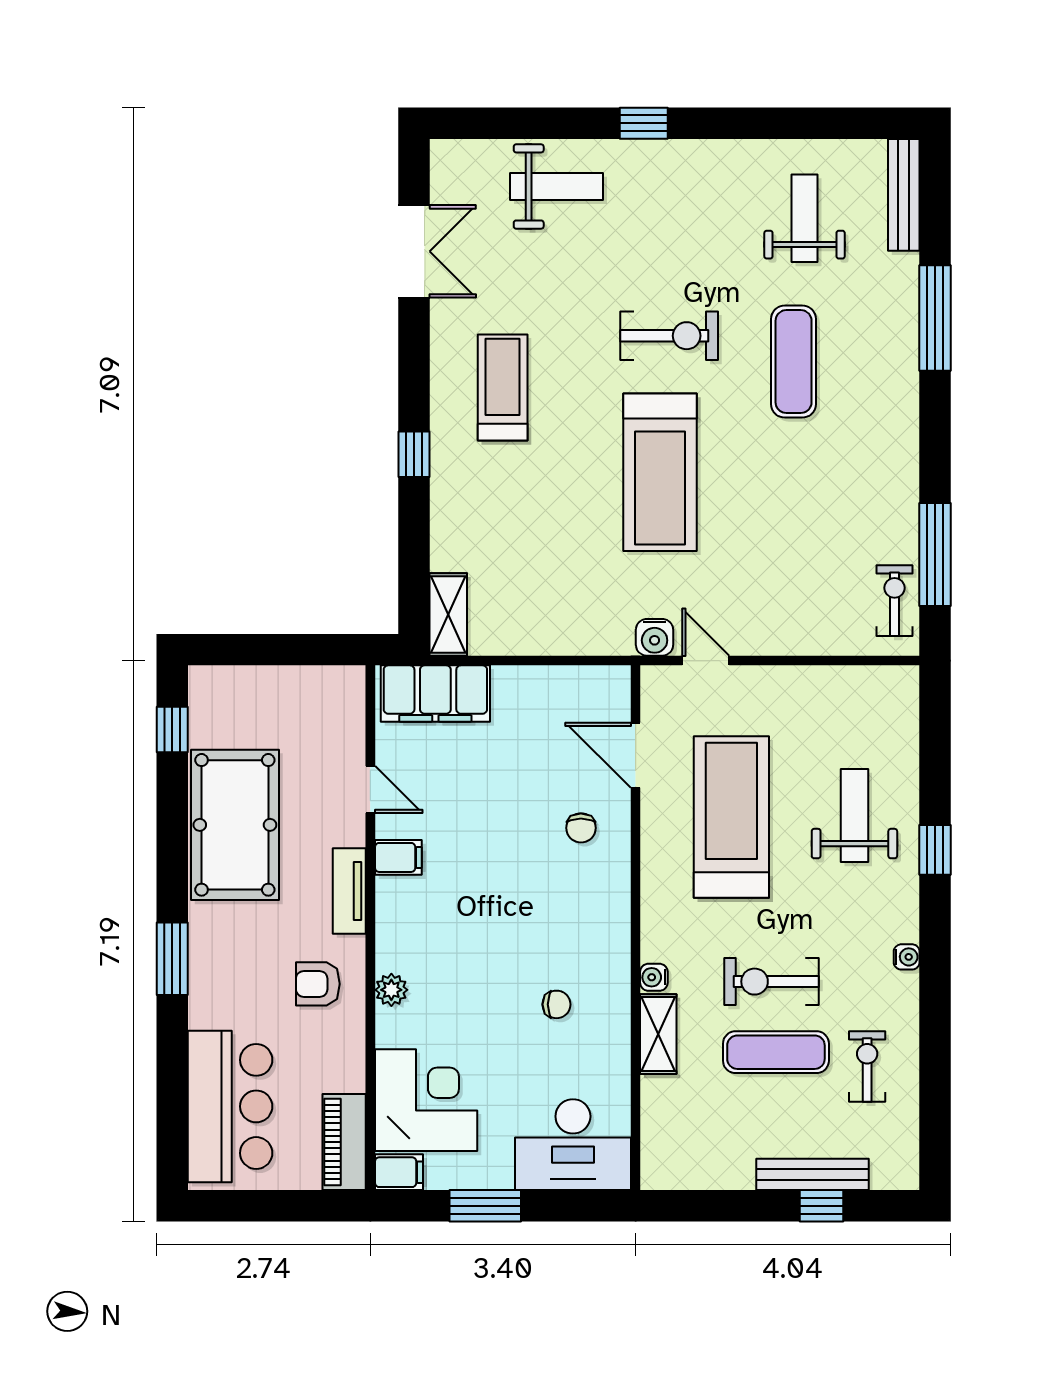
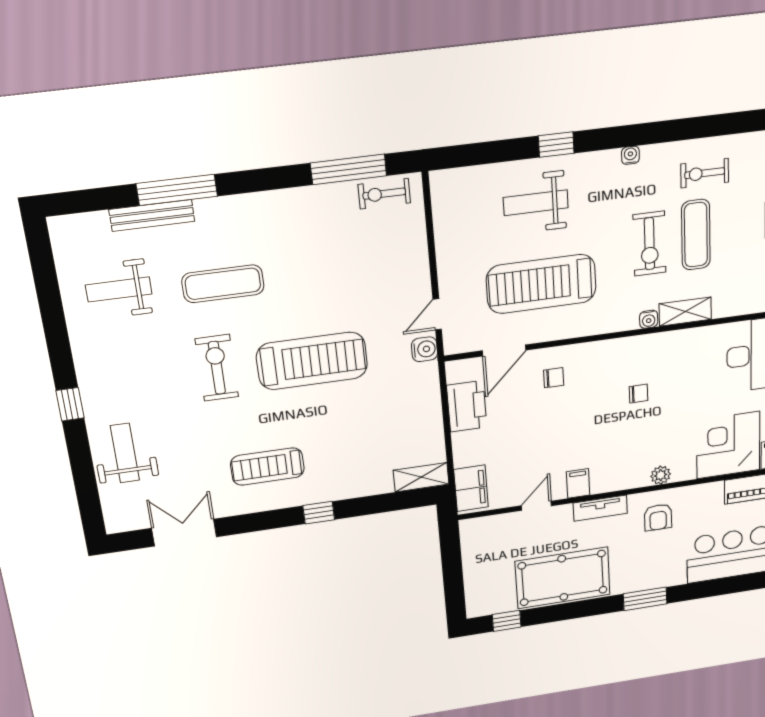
bench: (904, 195) -> (152, 215), moved
filing cabinet: (435, 693) -> (471, 488), width x0.67, depth x0.86
printer: (554, 693) -> (467, 406), added
chair: (557, 1004) -> (639, 394), moved, turned 90

